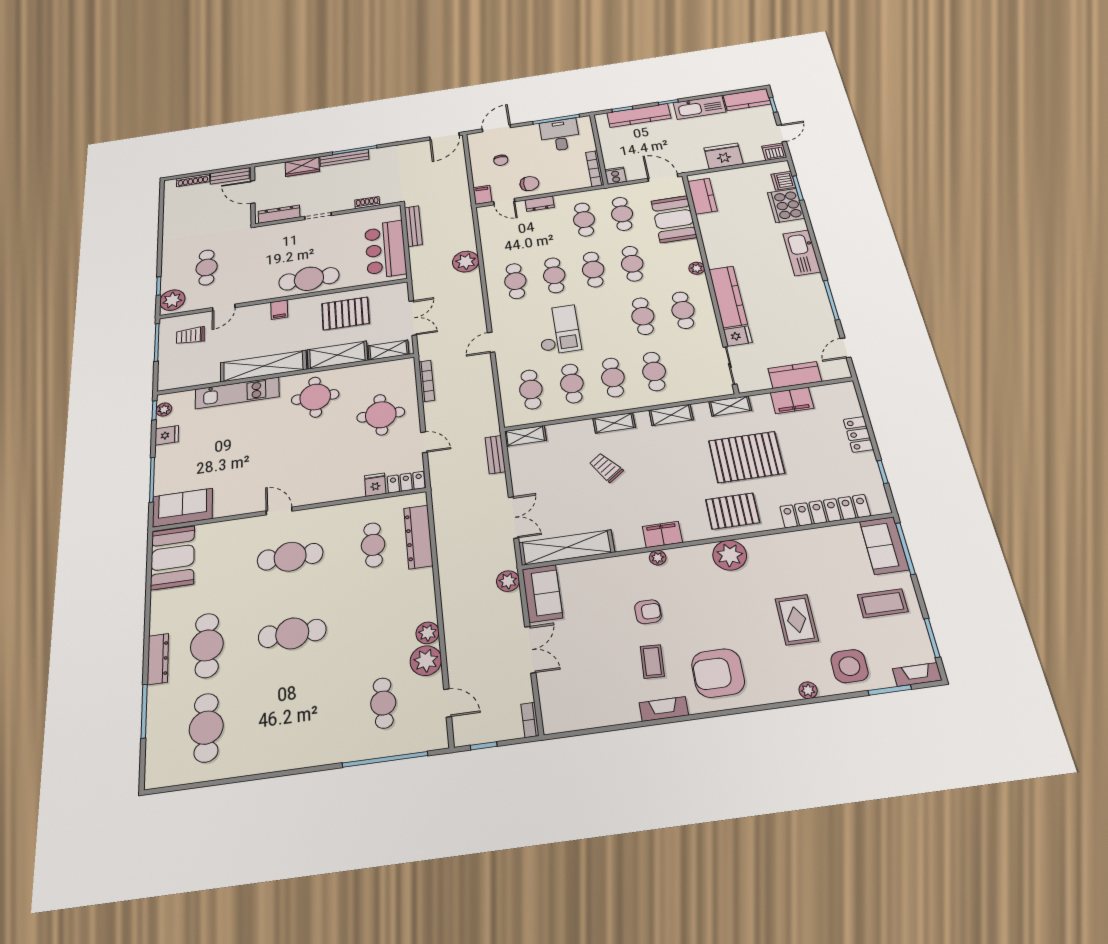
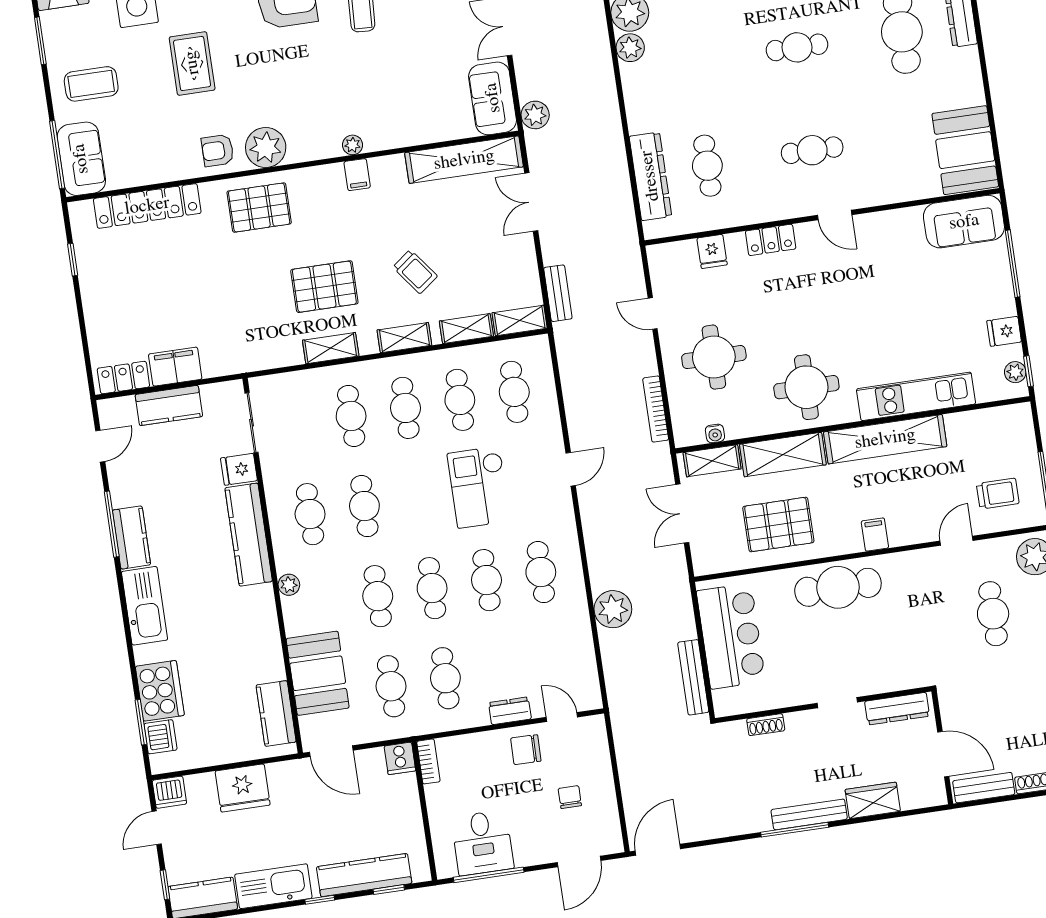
bookcase: (595, 169) -> (428, 761), width x0.64
filing cabinet: (483, 195) -> (594, 731), removed
kitchen counter: (816, 292) -> (131, 537), added
water cooler: (385, 367) -> (715, 433), added
shelving: (730, 406) -> (466, 329), moved
locker: (858, 434) -> (123, 378), moved, turned -90
pallet: (747, 457) -> (324, 287), moved, width x0.73, depth x0.71
locker: (406, 482) -> (771, 240), moved
filing cabinet: (662, 534) -> (357, 175), width x0.50
cafe table: (290, 557) -> (812, 150), width x0.73, depth x0.74
armchair: (648, 612) -> (218, 150), moved
cafe table: (292, 633) -> (797, 47), width x0.73, depth x0.74

